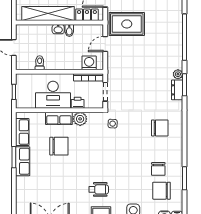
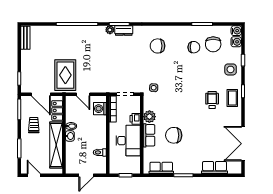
chair: (160, 128) -> (157, 46), turned -90
chair: (59, 146) -> (174, 135), turned -90
row of seats: (23, 161) -> (215, 167), moved

